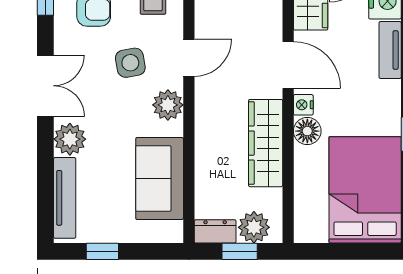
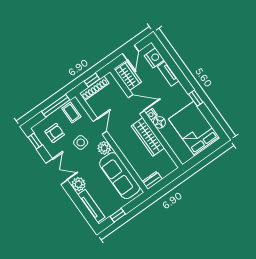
sofa: (160, 178) -> (120, 176), width x1.36
plant: (254, 227) -> (165, 169), removed
window: (240, 251) -> (166, 181), removed

